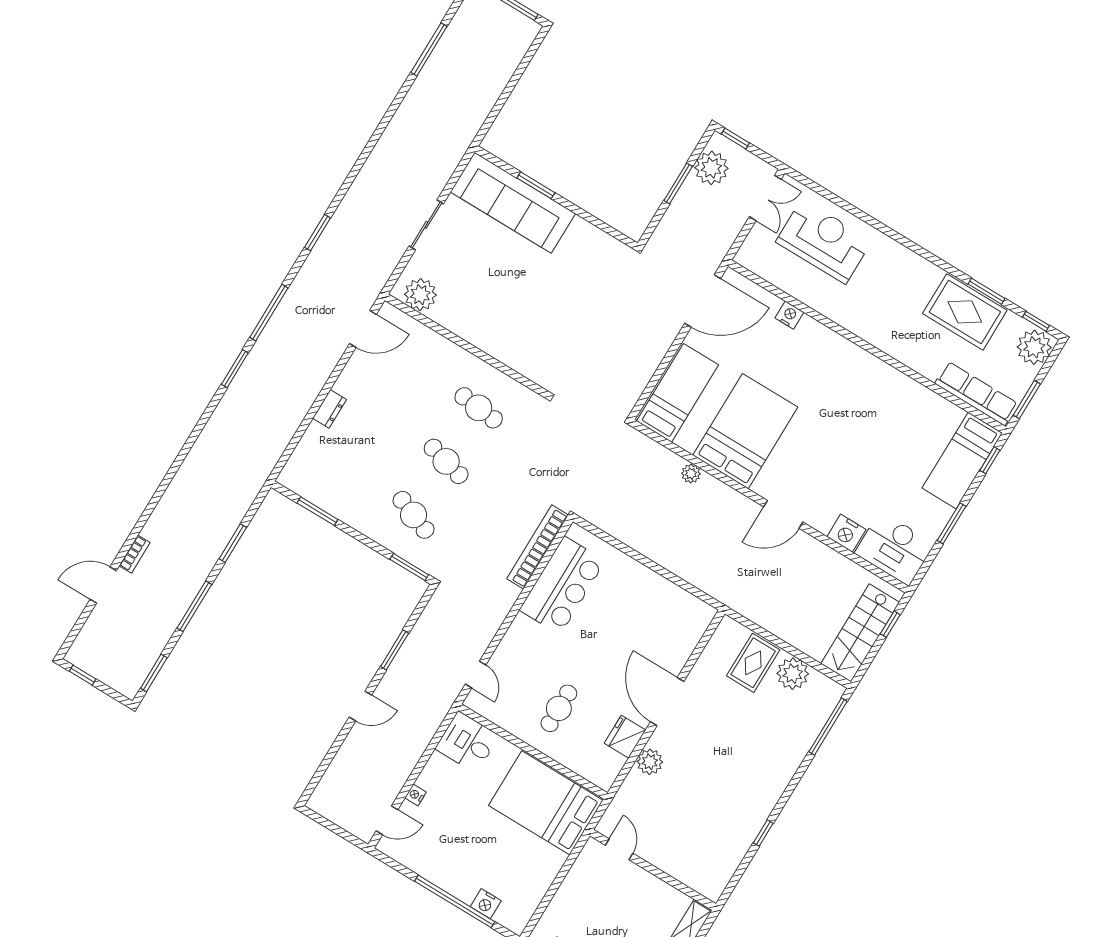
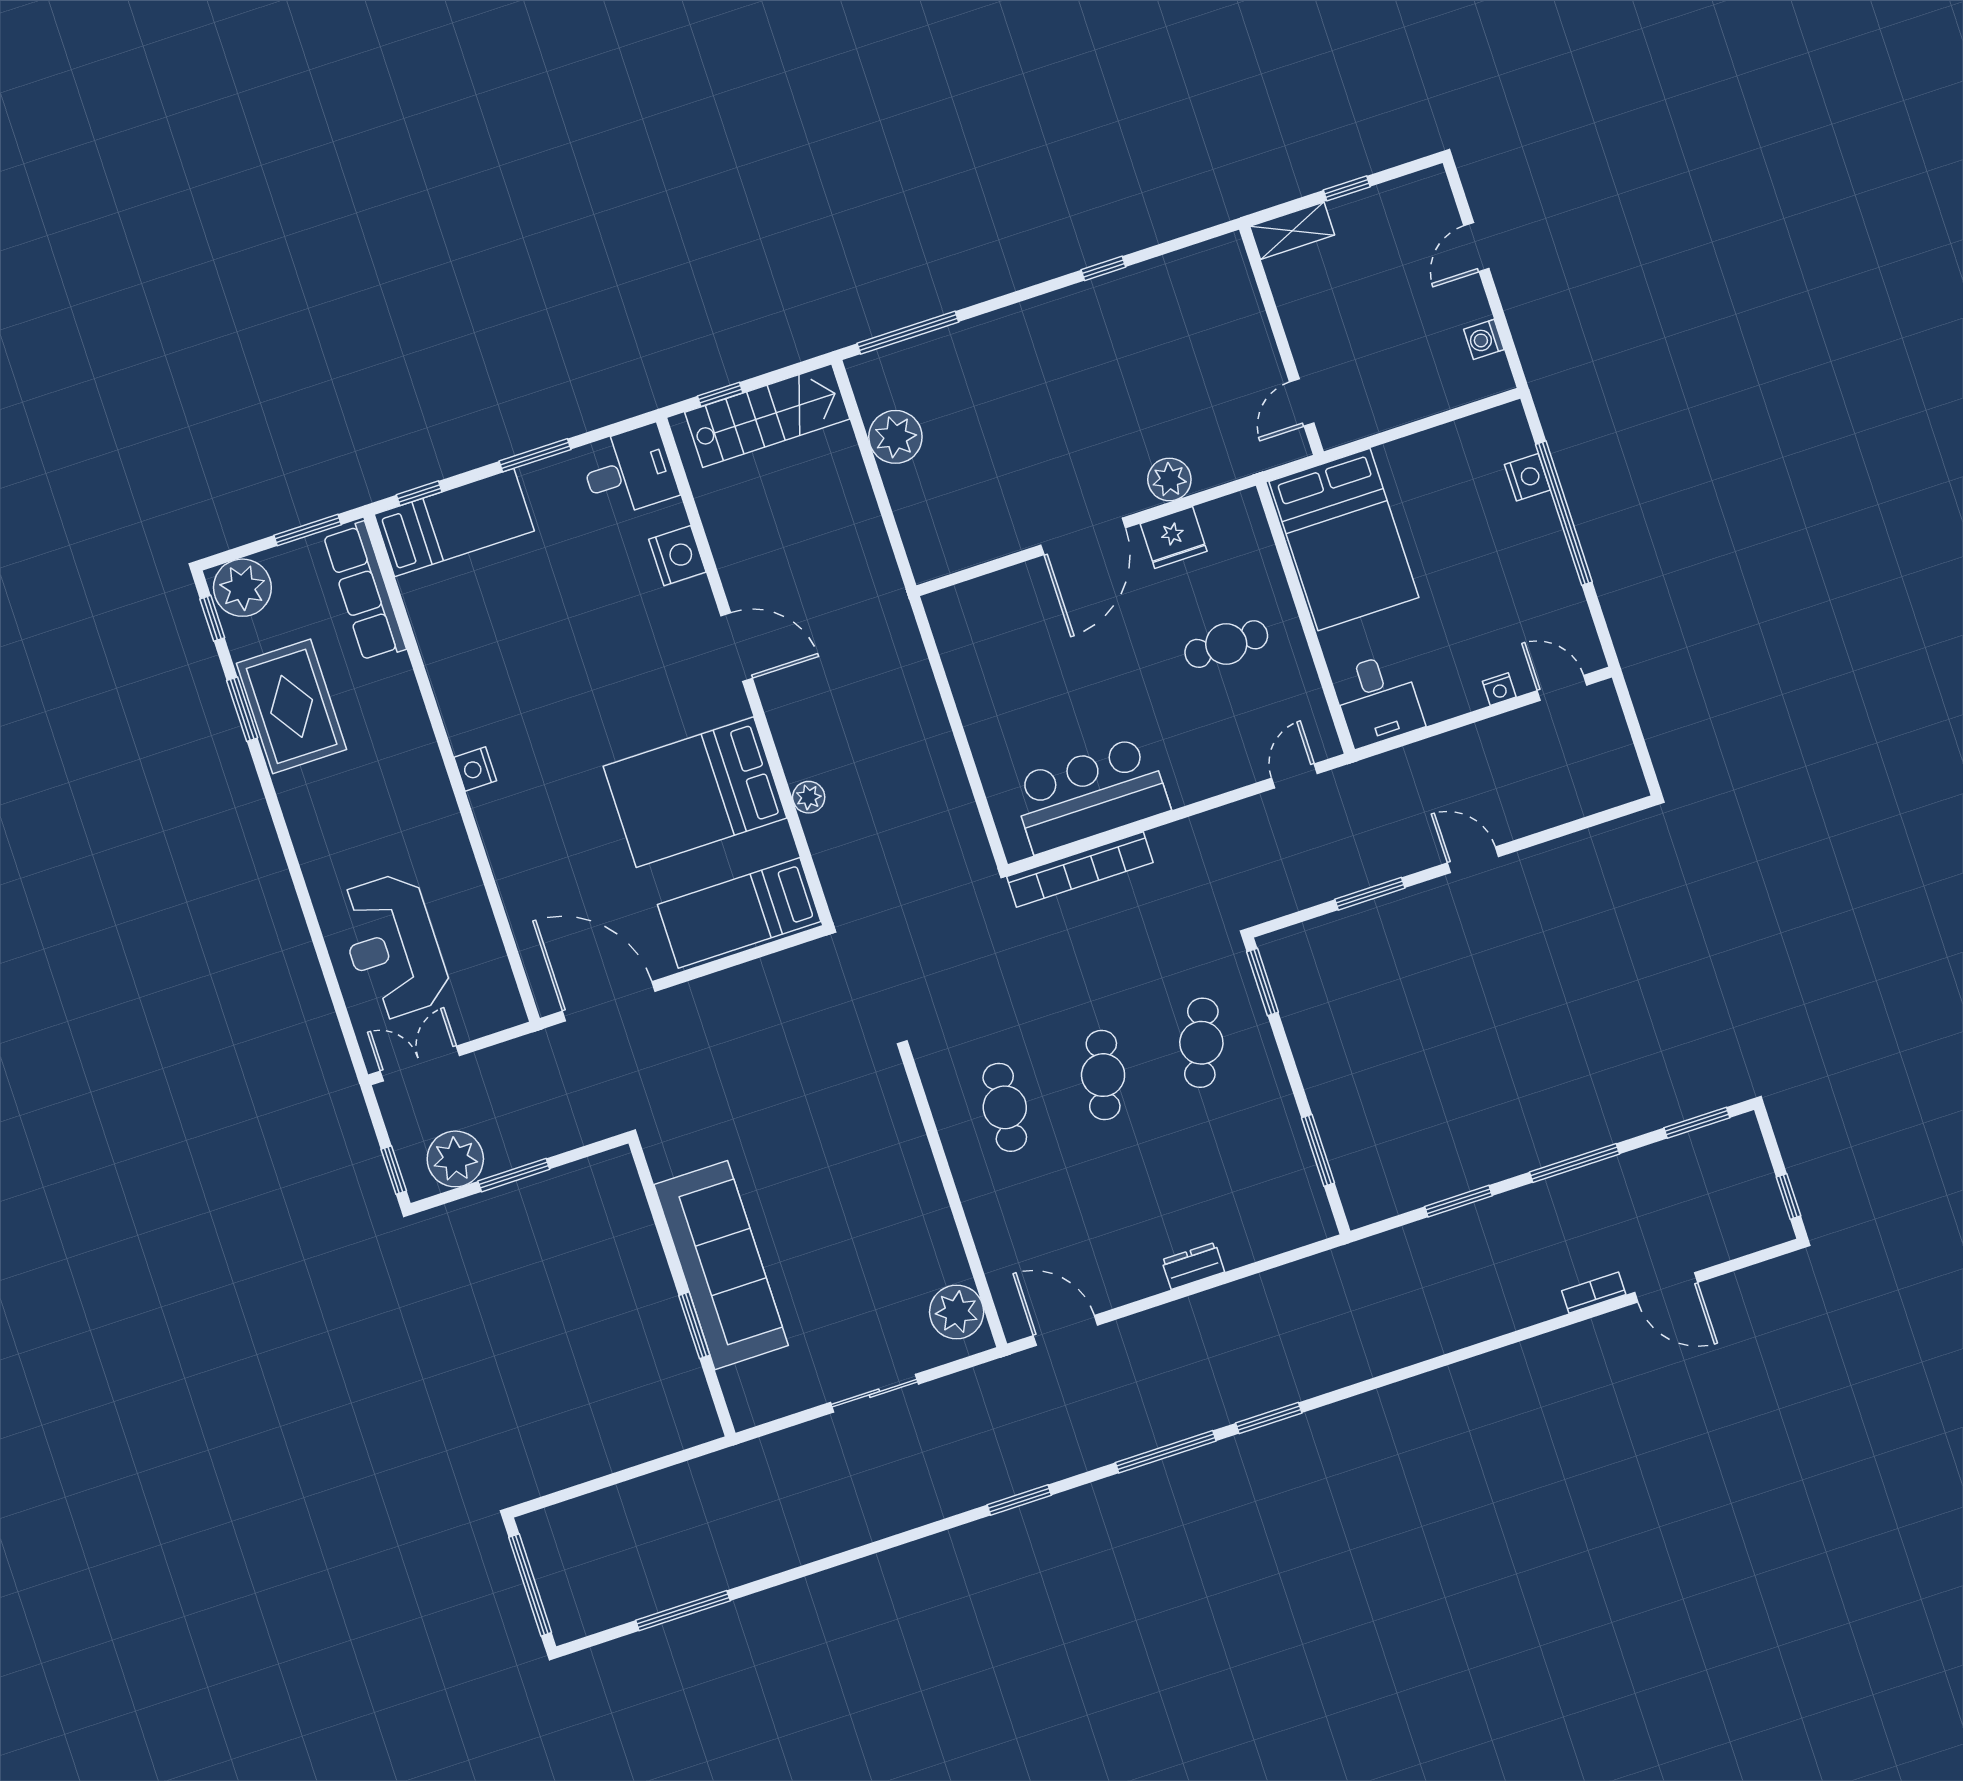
sofa: (513, 203) -> (721, 1265), moved
nightstand: (789, 315) -> (475, 769), moved
desk: (895, 548) -> (629, 471), width x0.73
rug: (753, 663) -> (934, 493), removed

